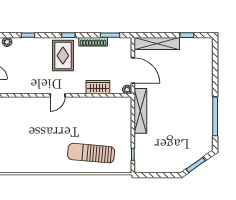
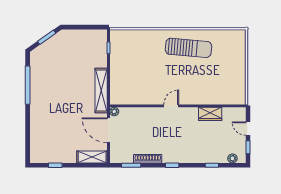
shelving: (157, 43) -> (92, 157), width x0.68
rug: (63, 56) -> (177, 145), removed
wardrobe: (98, 87) -> (210, 114), moved
door: (58, 95) -> (171, 106), moved
sun lounger: (91, 153) -> (189, 48), moved

